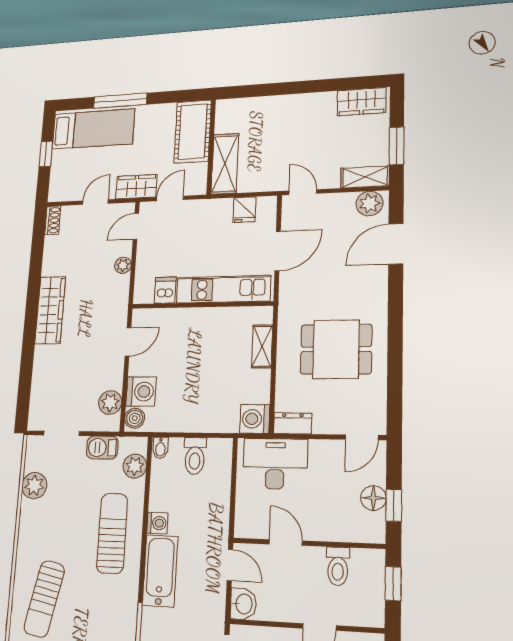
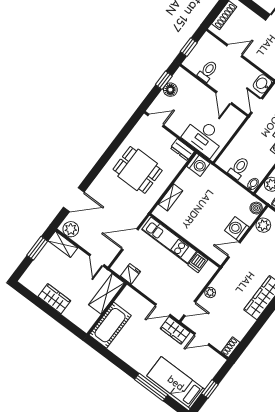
wardrobe: (362, 102) -> (54, 299), moved
cot: (193, 132) -> (110, 325), moved
wall: (211, 147) -> (107, 309), moved
shelving: (225, 164) -> (107, 294), moved
washing machine: (141, 392) -> (237, 229), moved

